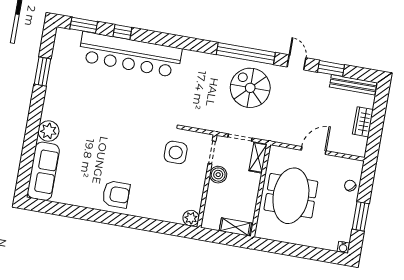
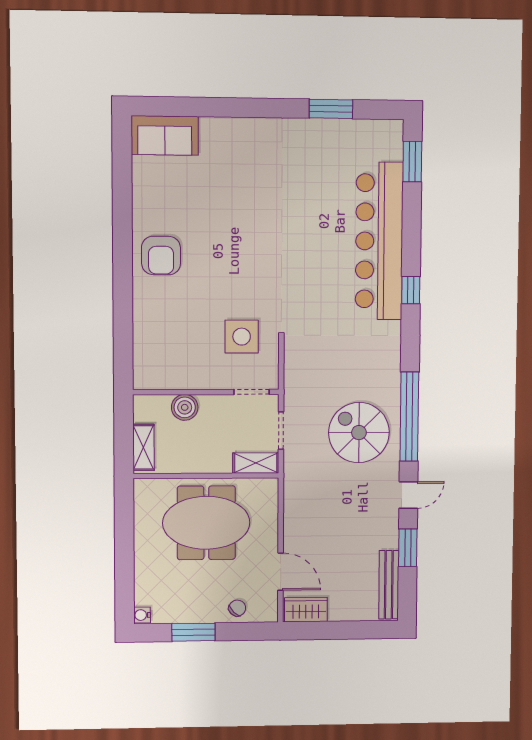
window: (122, 32) -> (411, 290), moved
spiral stairs: (250, 88) -> (359, 433), turned -90
wardrobe: (363, 122) -> (306, 610), moved
plant: (48, 131) -> (241, 133), removed
door: (314, 151) -> (281, 572), moved
sofa: (43, 171) -> (165, 135), width x0.73
boiler: (218, 175) -> (185, 407), moved
plant: (191, 218) -> (145, 377), removed

